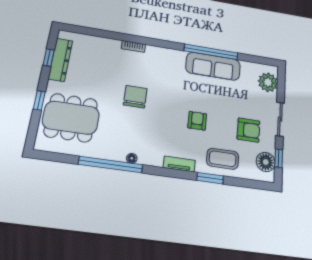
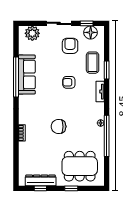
dining table: (71, 118) -> (80, 166), turned 90

